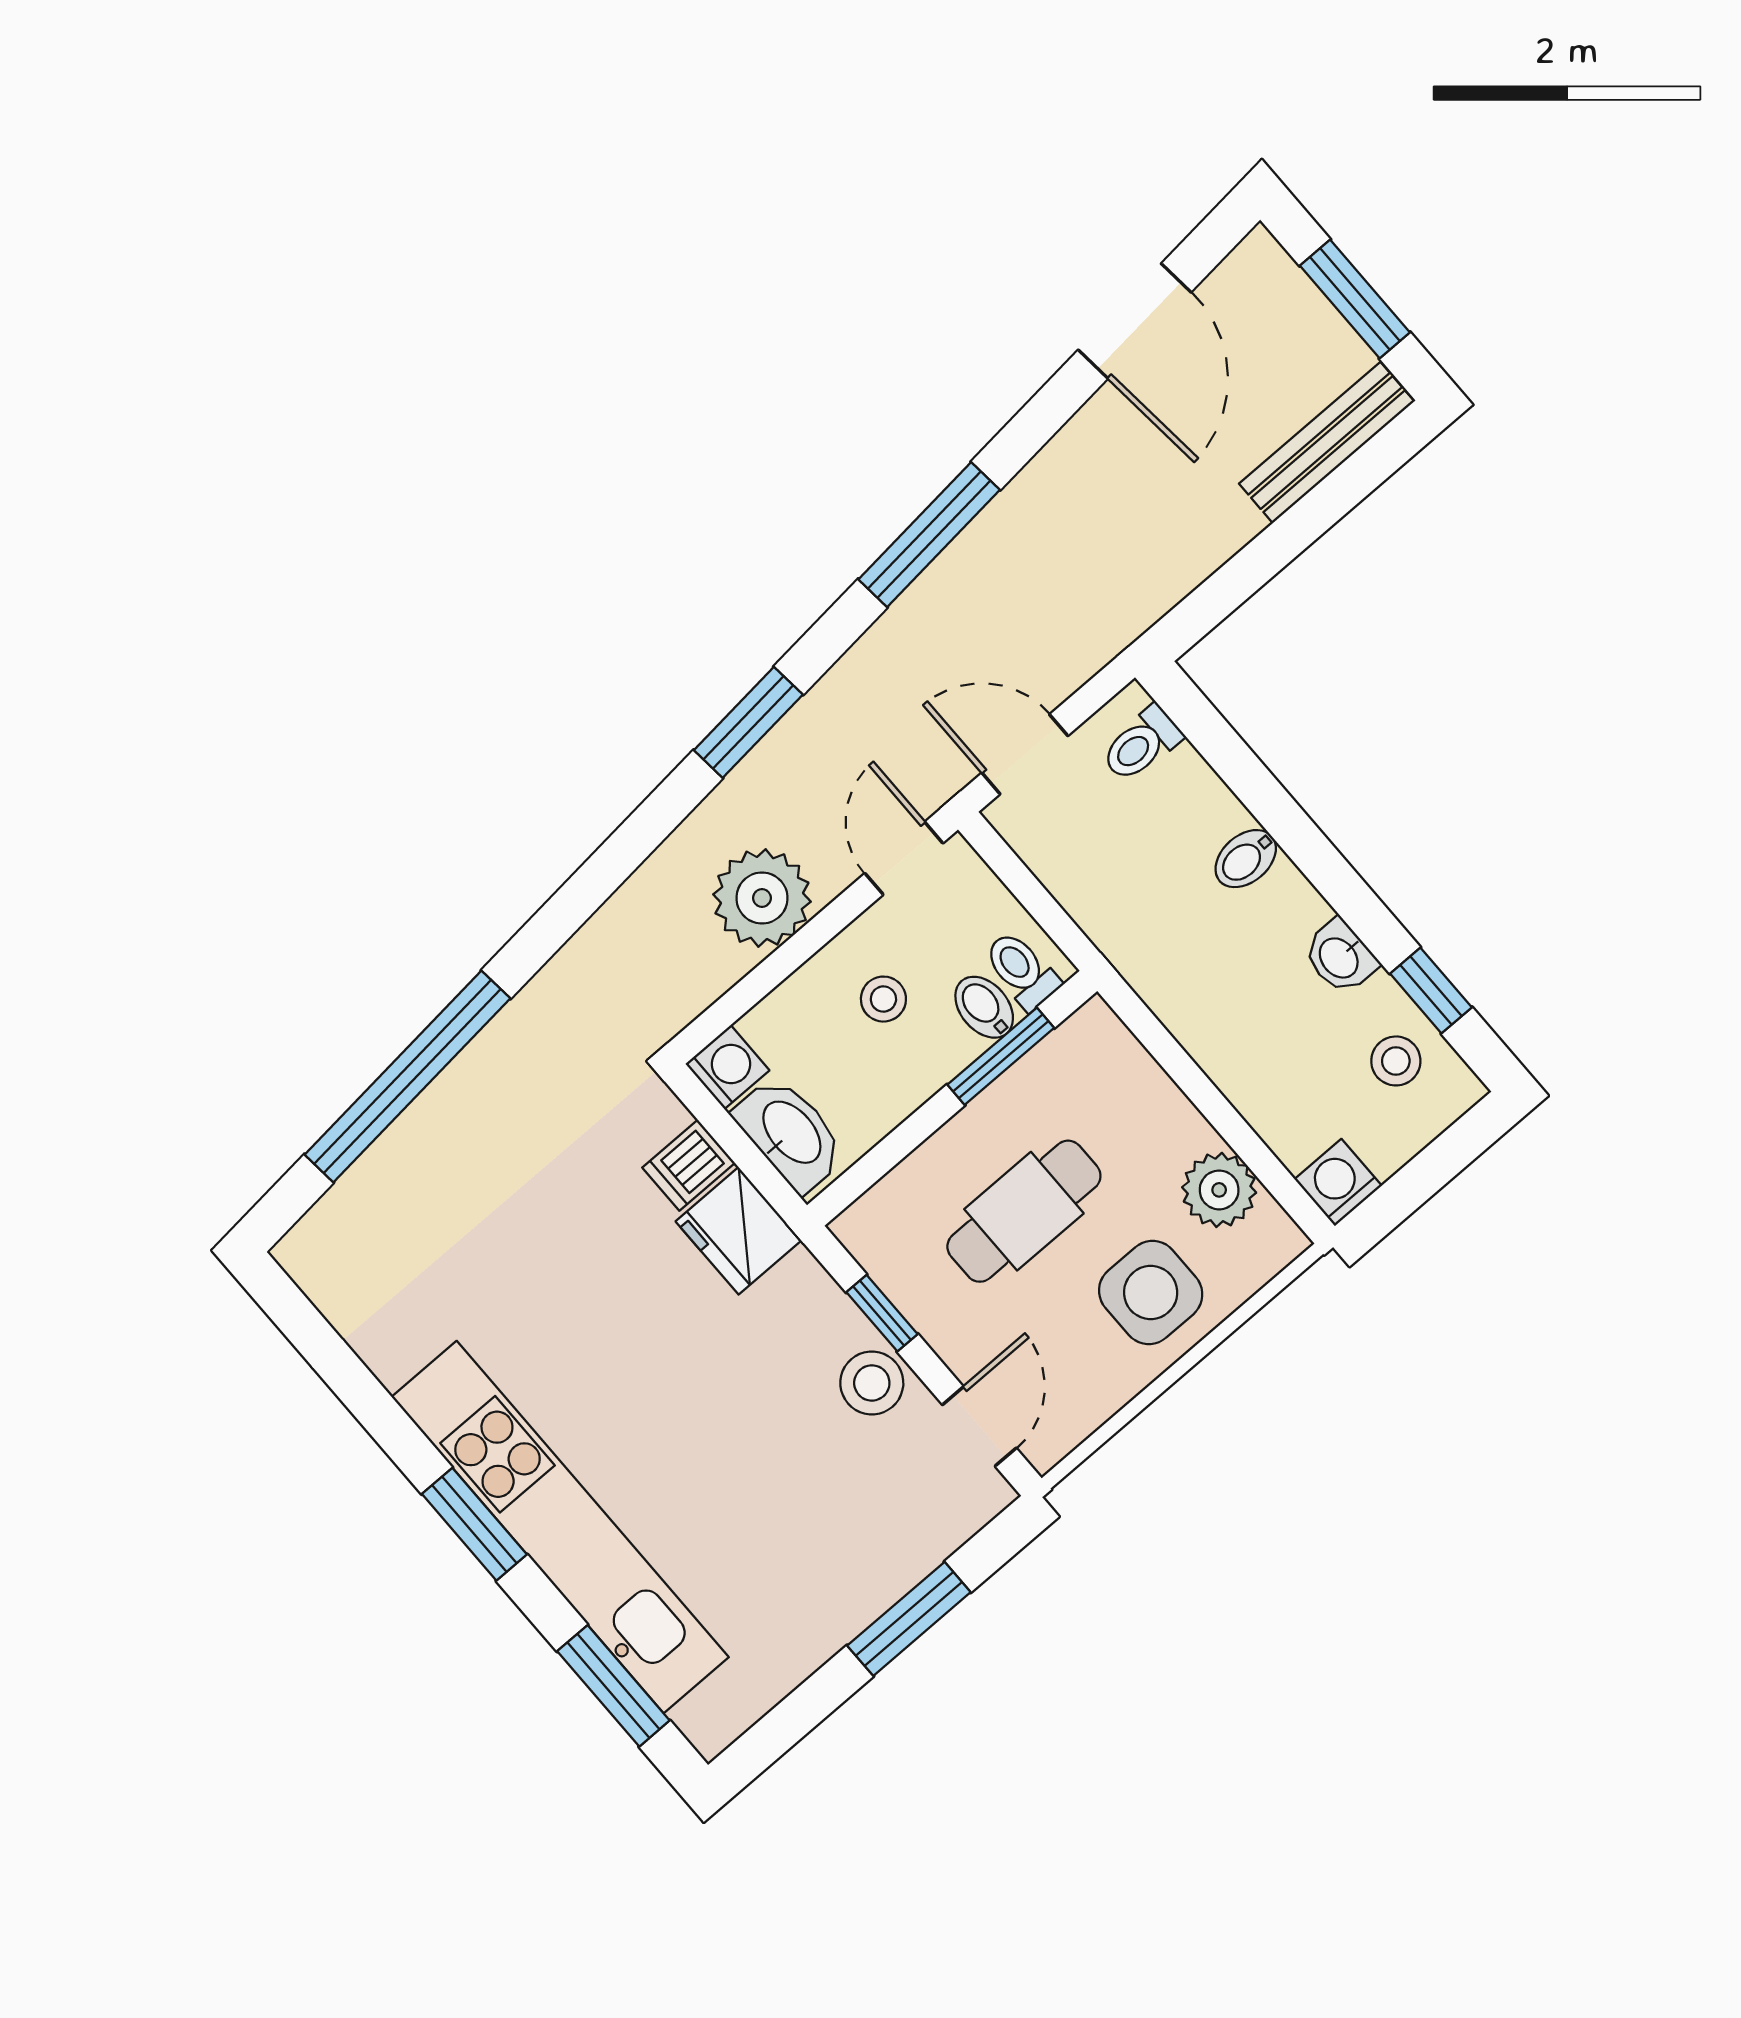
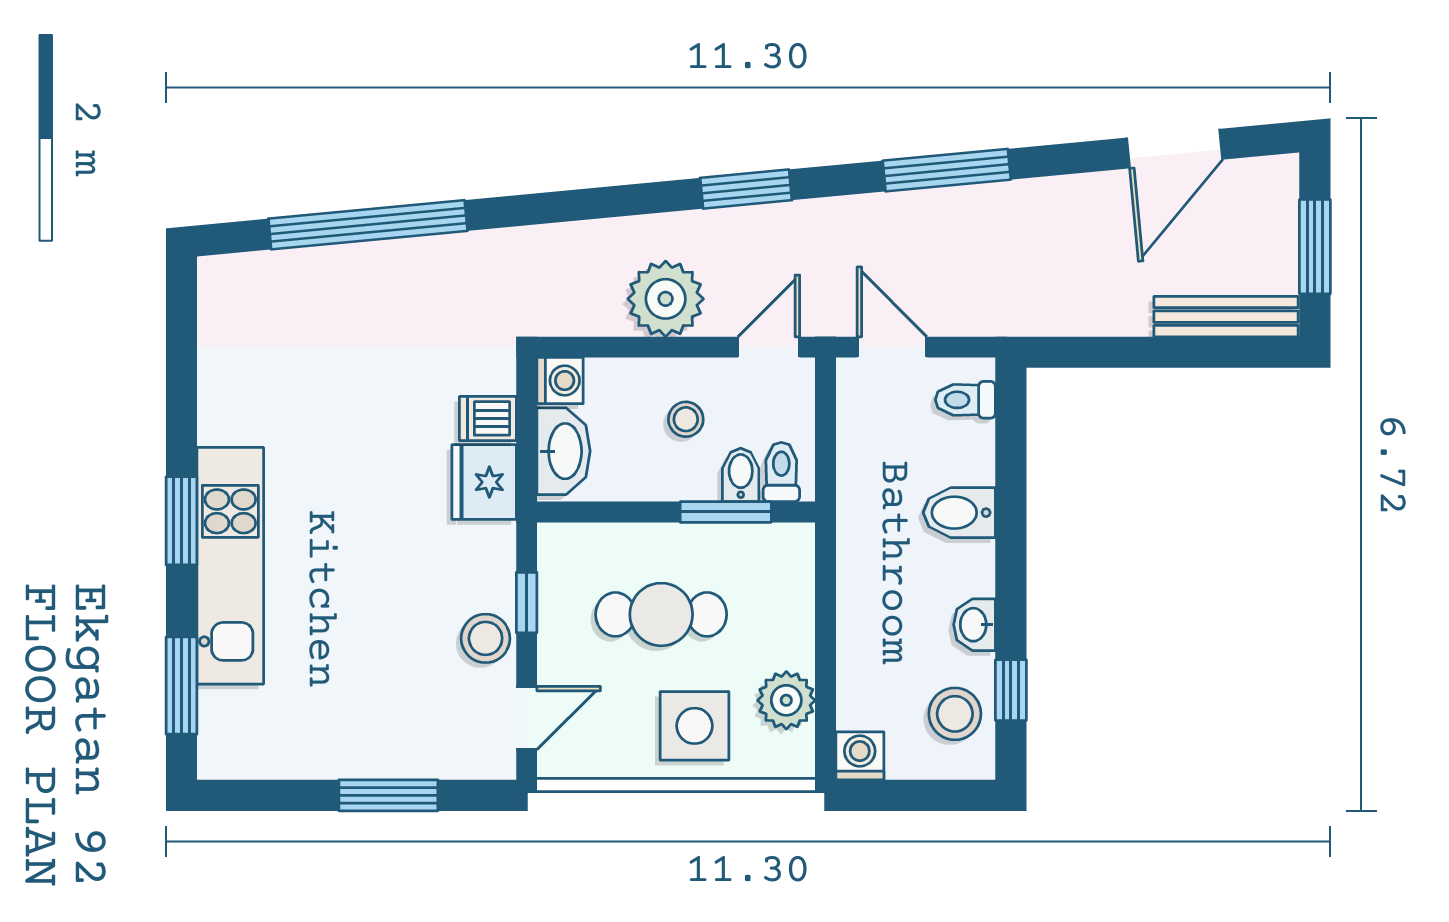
bidet: (1246, 859) -> (959, 513), width x1.38, depth x1.36
stool: (1396, 1061) -> (955, 714), width x1.37, depth x1.37
kitchen unit: (560, 1527) -> (230, 566), width x0.73

